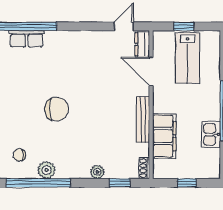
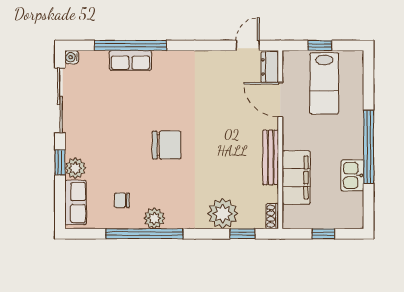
plant: (97, 172) -> (223, 214), width x1.88, depth x1.88

